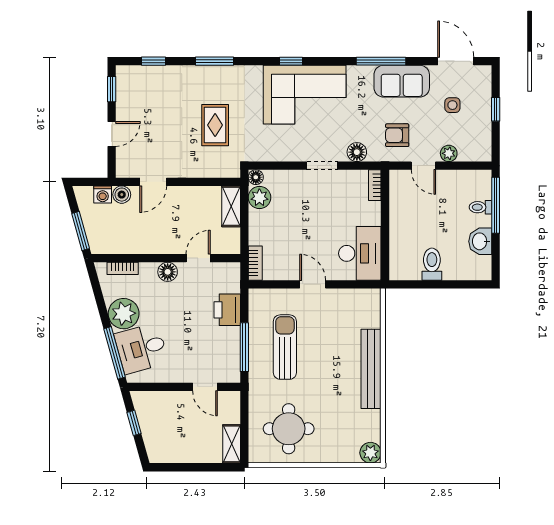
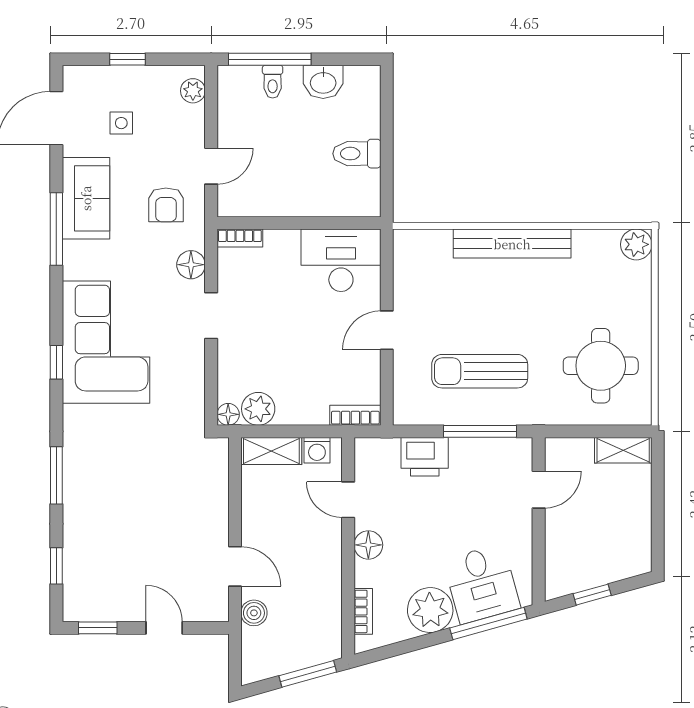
rug: (215, 125) -> (151, 475), removed
plant: (449, 153) -> (193, 91), moved
washing machine: (103, 195) -> (317, 450), moved, turned 90

